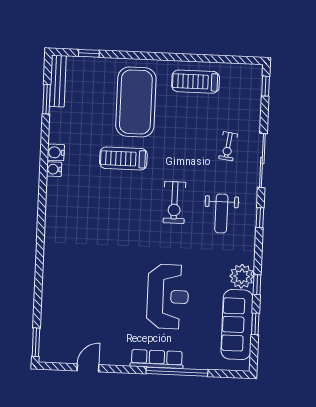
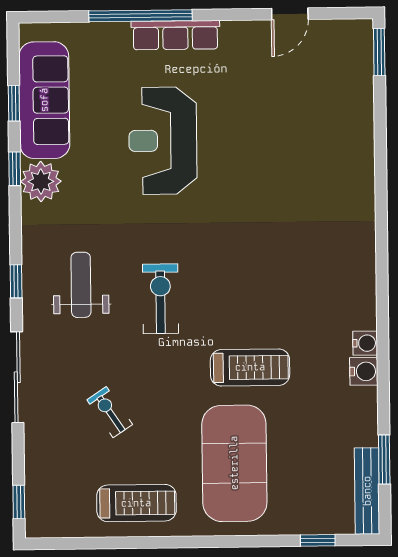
exercise bike: (228, 146) -> (110, 412), moved, turned -42

